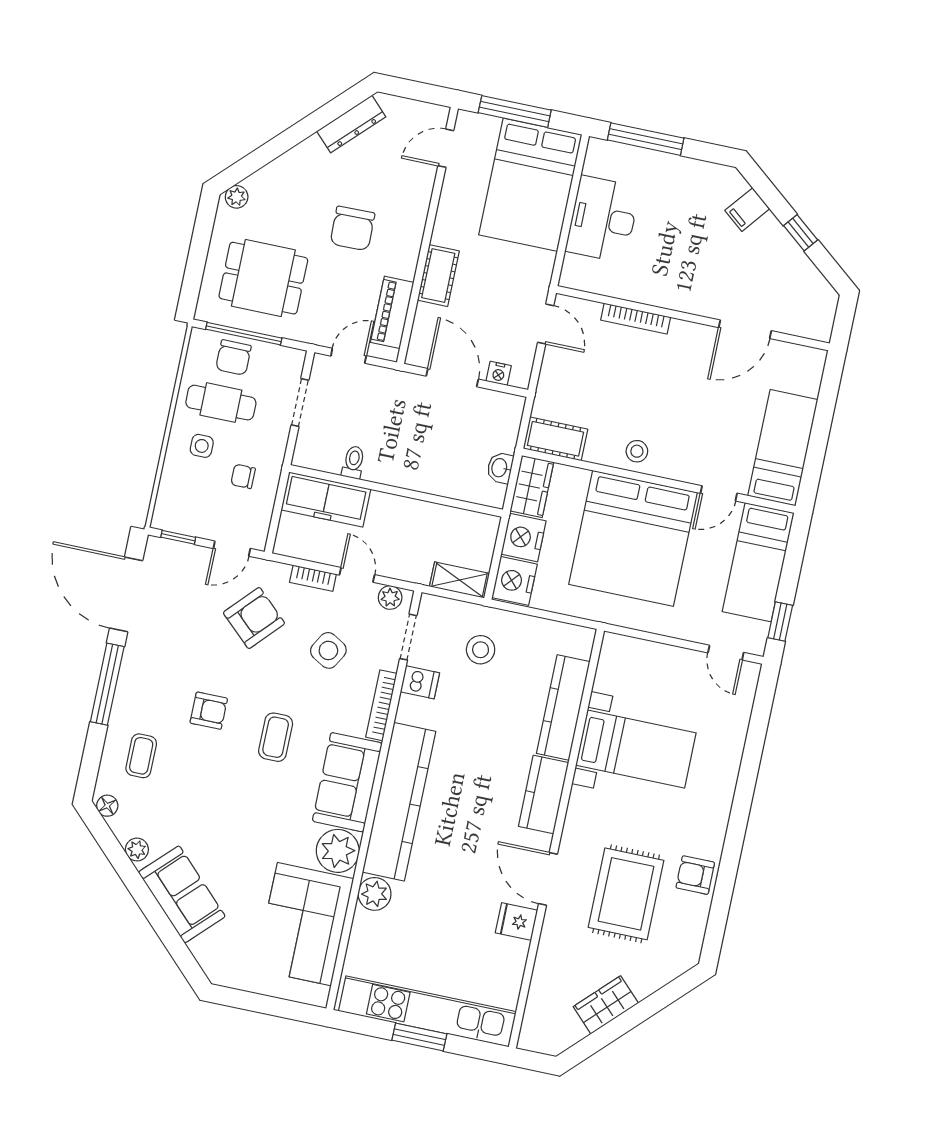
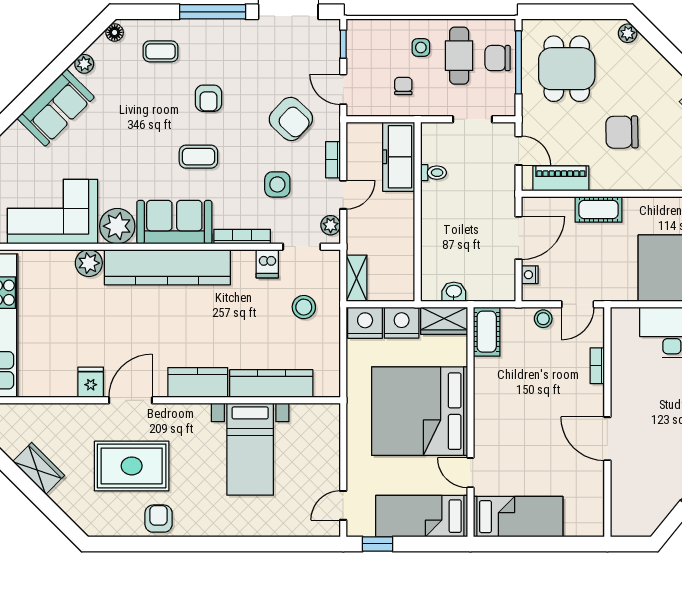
bookcase: (636, 319) -> (597, 366), width x0.64
door: (745, 329) -> (607, 439), moved
stool: (637, 451) -> (543, 319), moved
side table: (328, 650) -> (277, 184), turned -30

